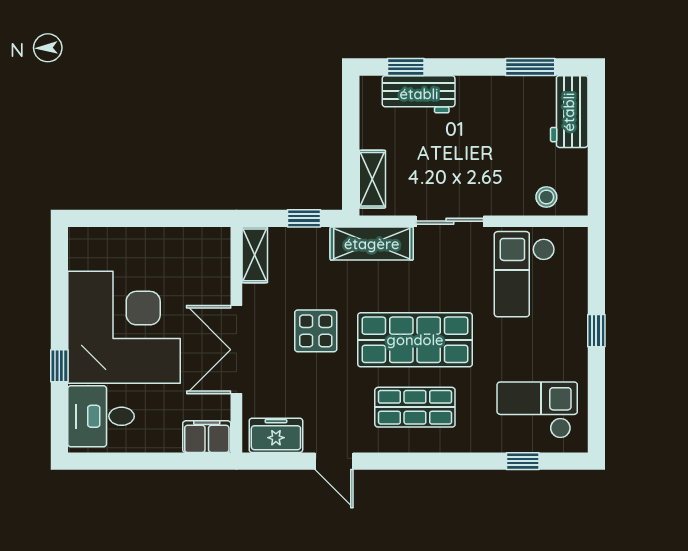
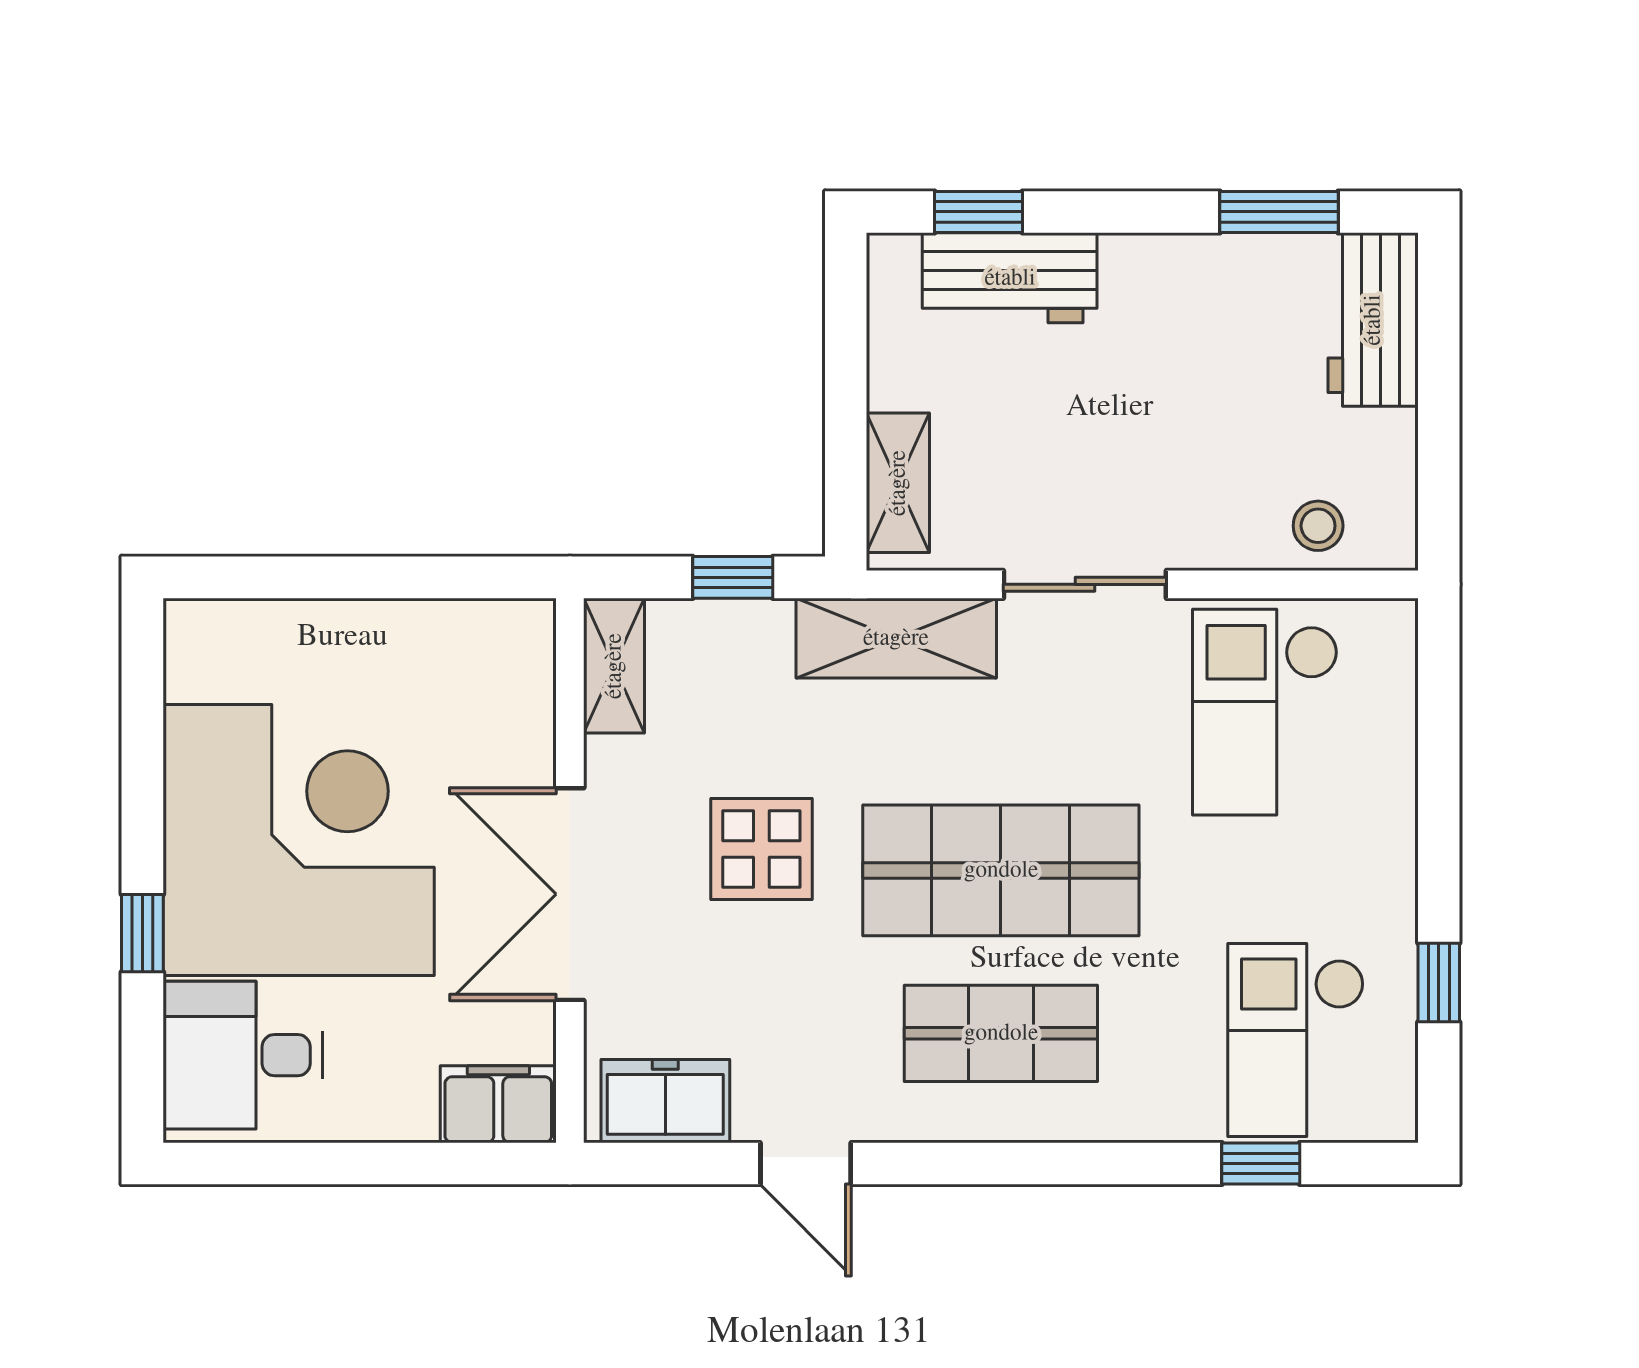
window: (596, 331) -> (1439, 983), moved
checkout: (537, 410) -> (1296, 1040), turned -90

